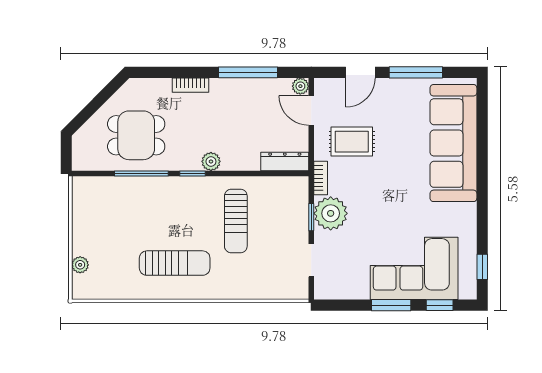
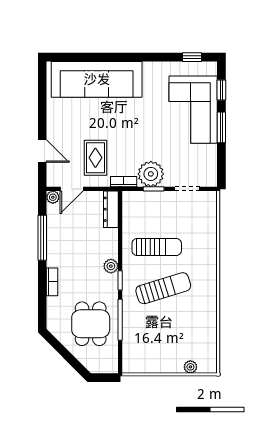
window: (416, 72) -> (42, 108), removed
sun lounger: (175, 263) -> (163, 288), moved, turned 73

